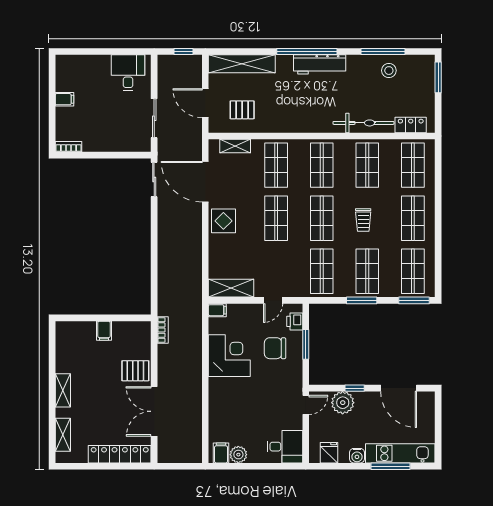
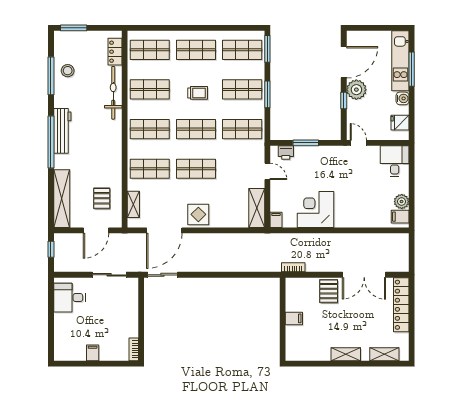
chair: (275, 348) -> (309, 170), removed
plant: (343, 403) -> (356, 90), moved

